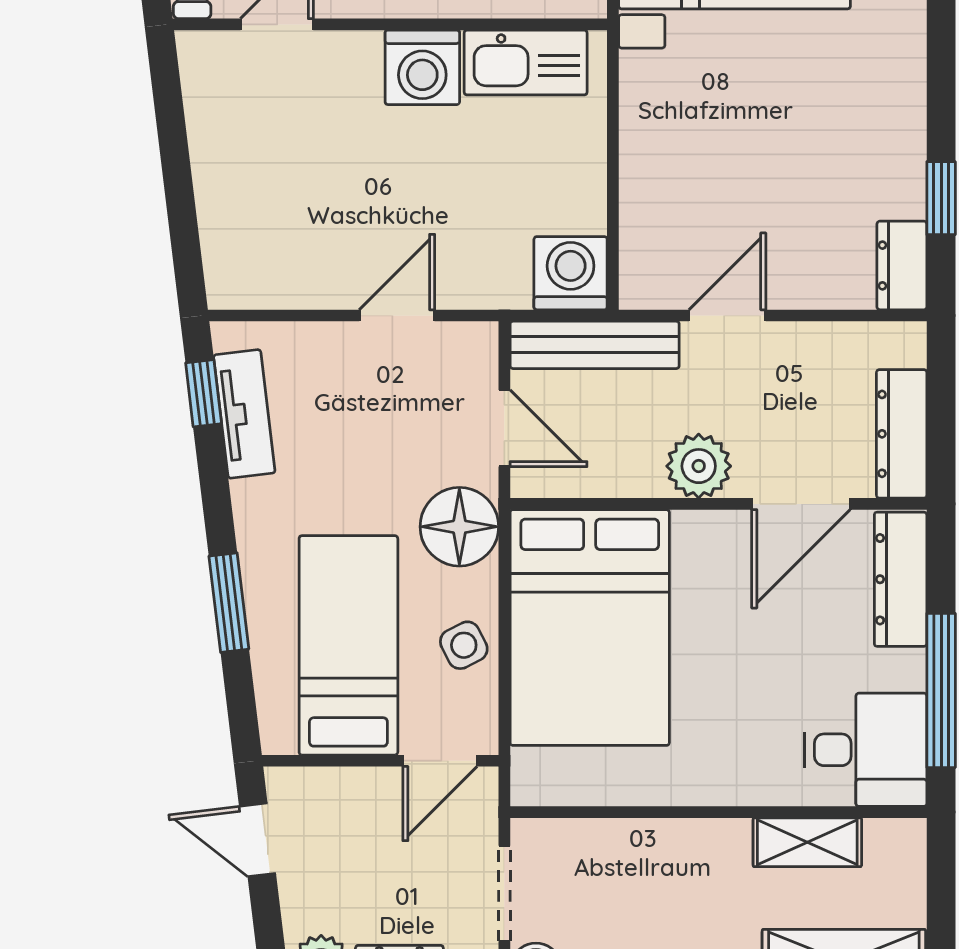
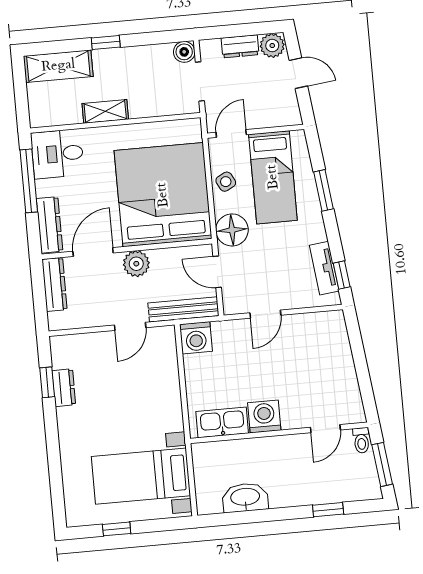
dresser: (902, 265) -> (64, 388), moved
bed: (590, 628) -> (163, 195), width x1.36
door: (258, 840) -> (298, 73), moved
shelving: (807, 842) -> (105, 111), moved

